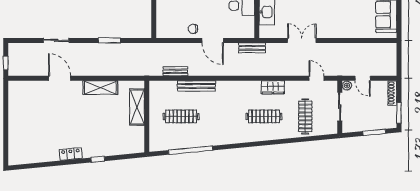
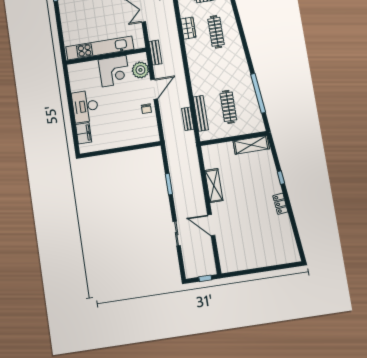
plant: (236, 29) -> (140, 70), added
door: (60, 78) -> (211, 225), hinge flipped
bench: (196, 86) -> (201, 113), moved
shelving: (137, 107) -> (251, 145), moved

